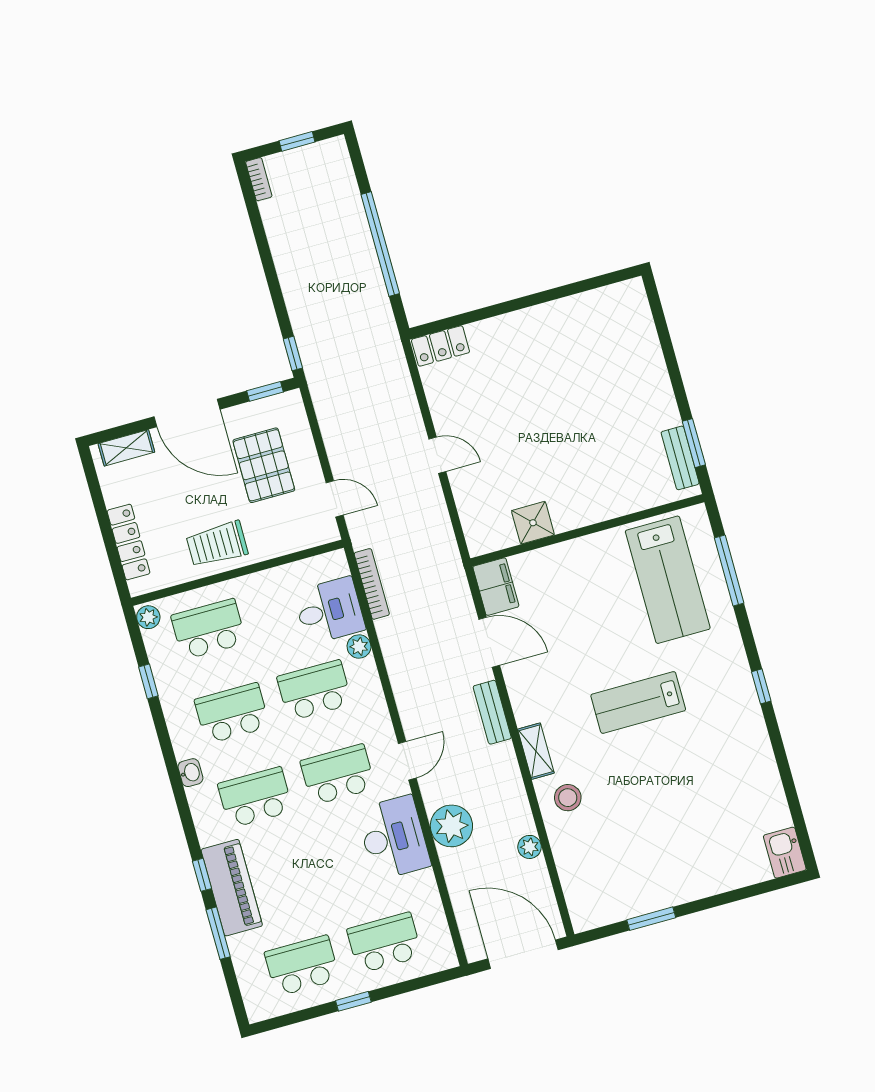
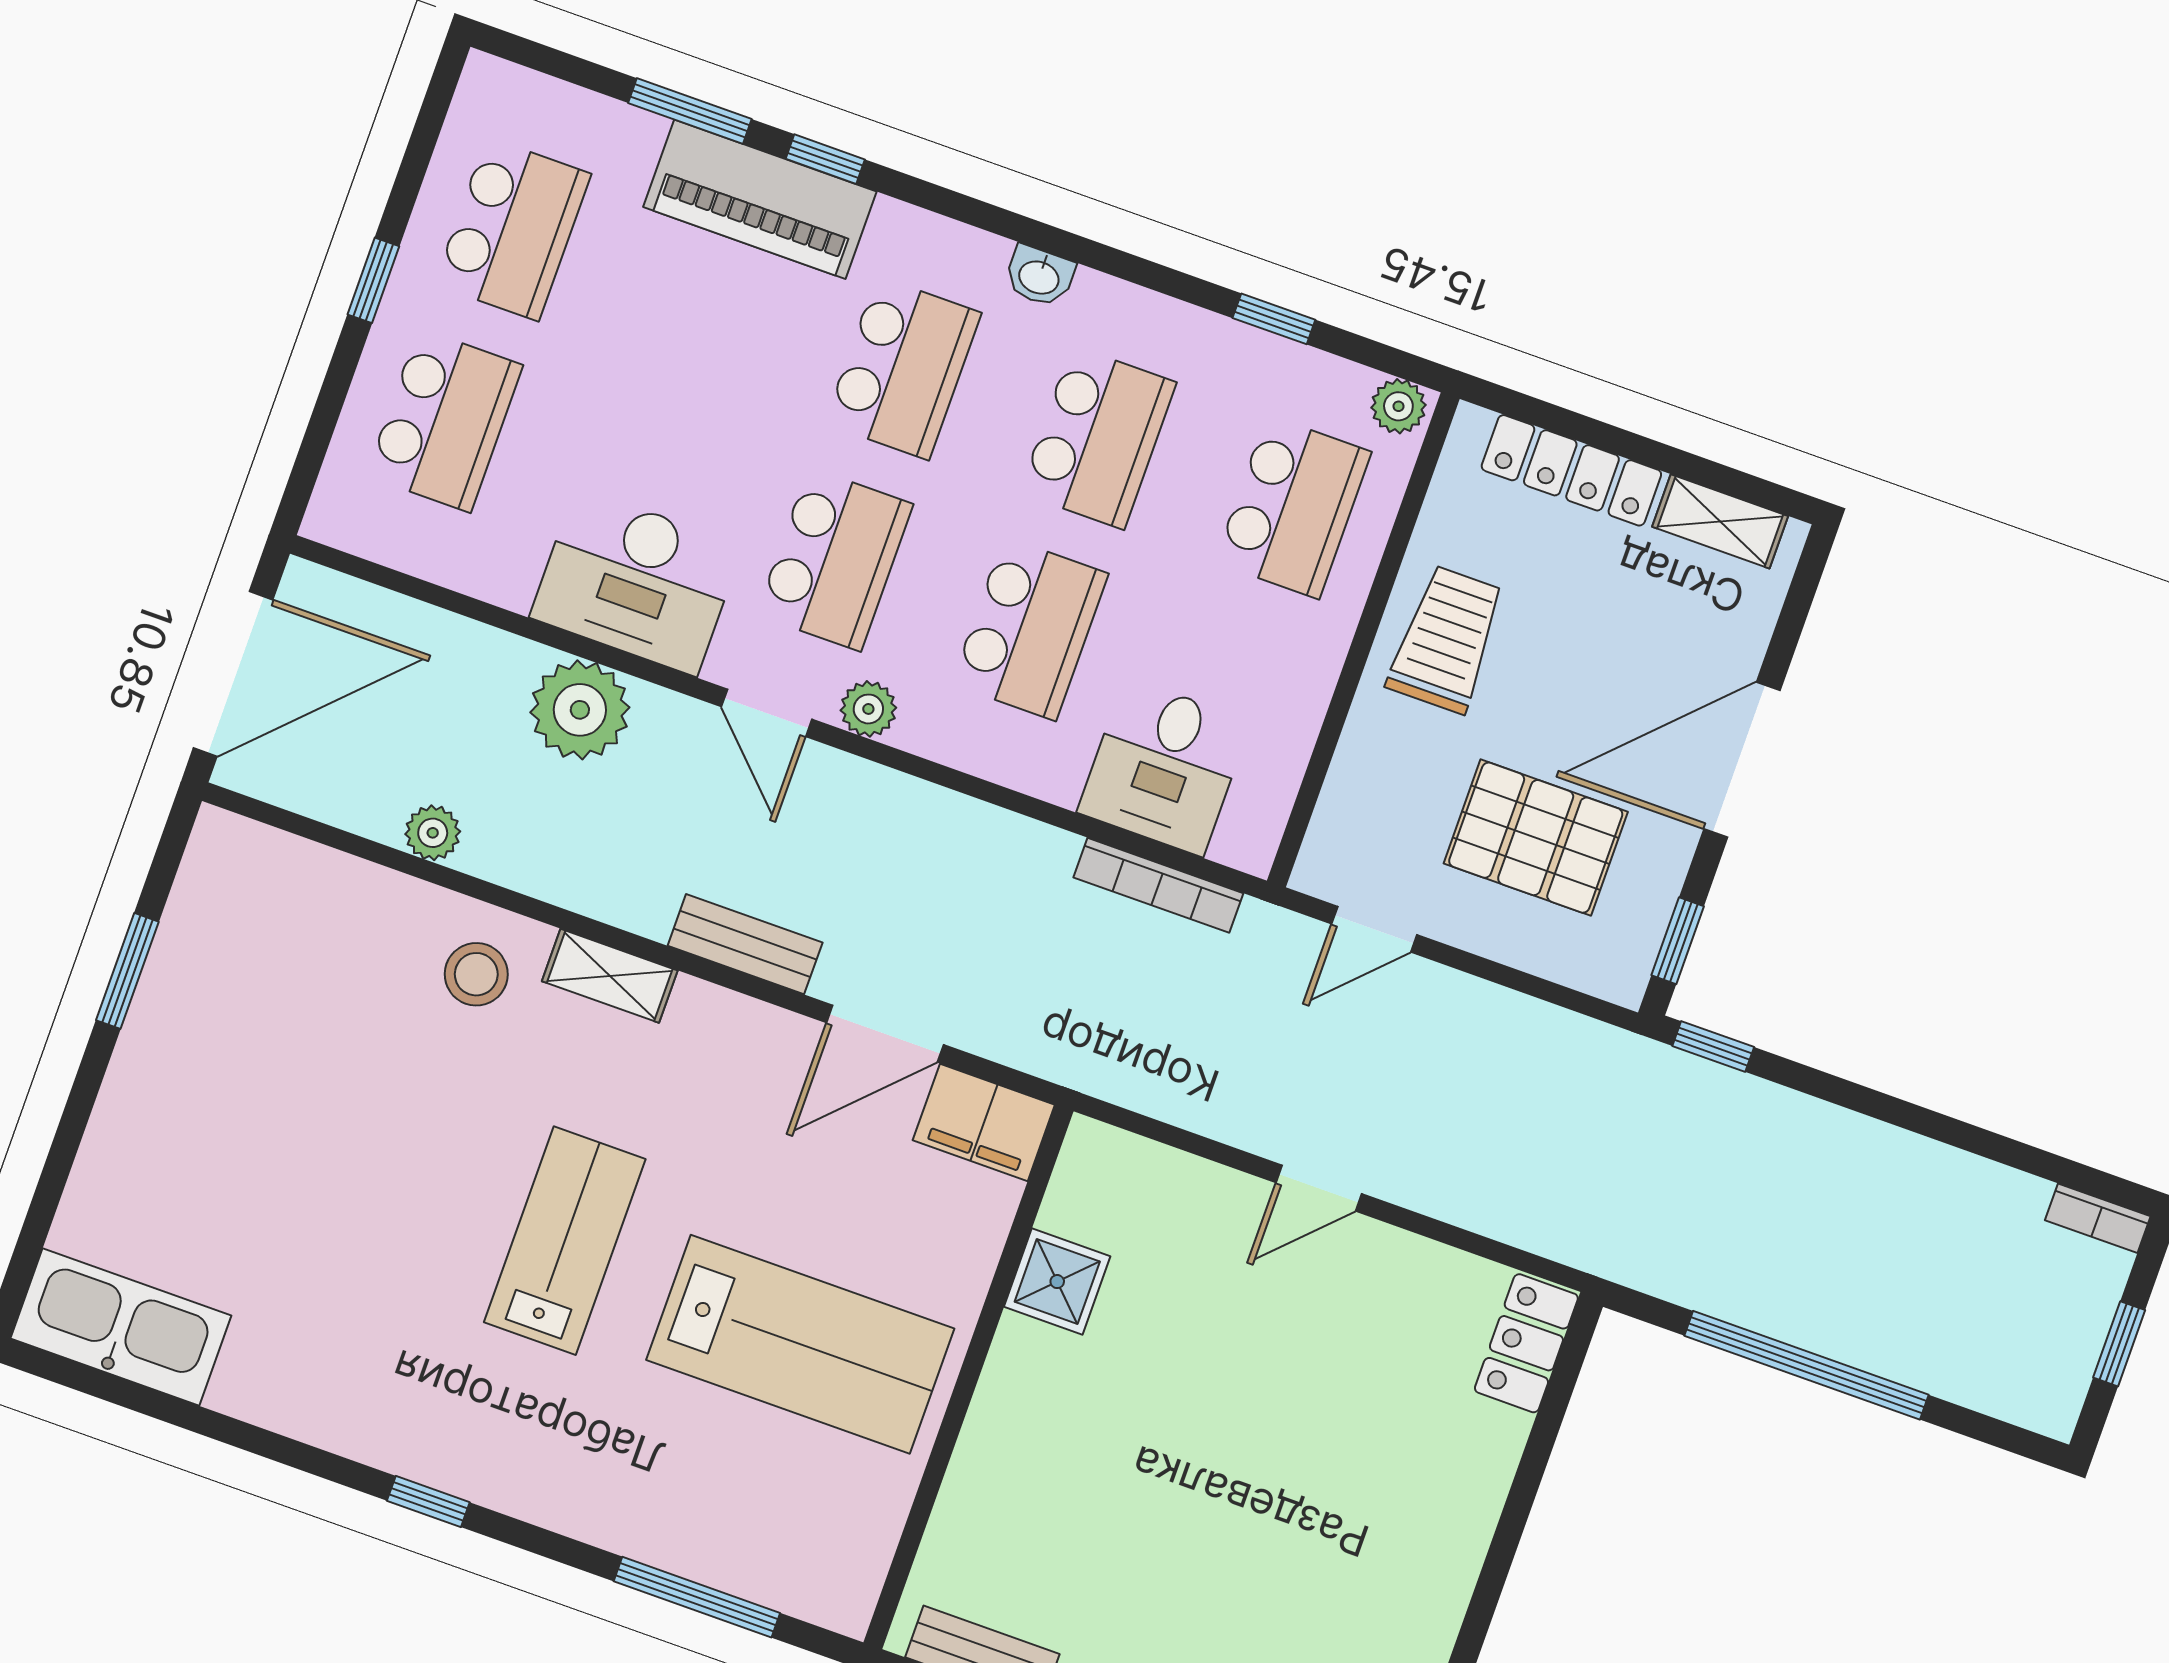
shelving: (126, 448) -> (1720, 521), moved, turned 90
lab bench: (668, 580) -> (800, 1344), moved, turned 180
plant: (359, 646) -> (868, 709), moved
kitchen sink: (785, 853) -> (121, 1327), width x1.87, depth x1.24

